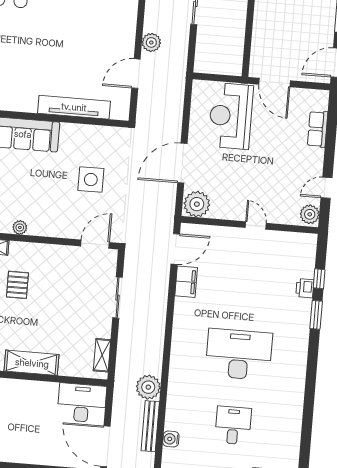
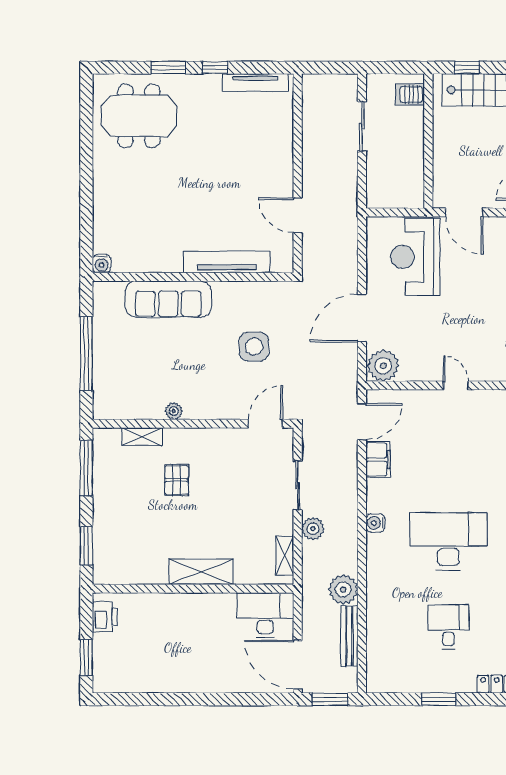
plant: (151, 42) -> (313, 529), moved
door: (136, 74) -> (298, 215), hinge flipped
water cooler: (171, 439) -> (375, 523), moved

